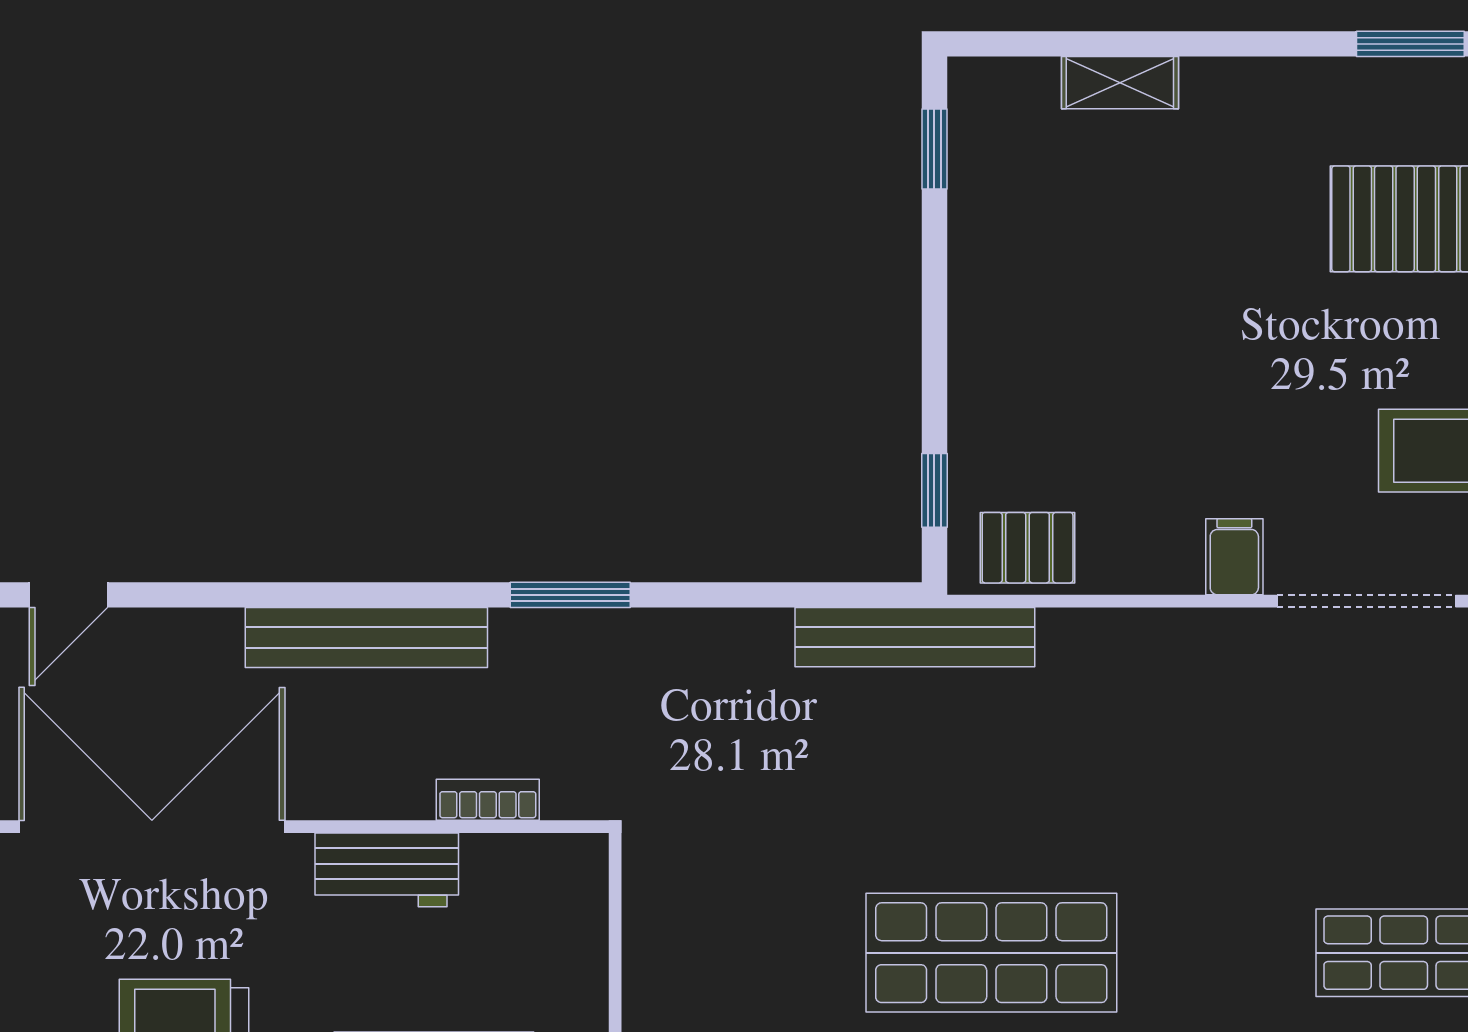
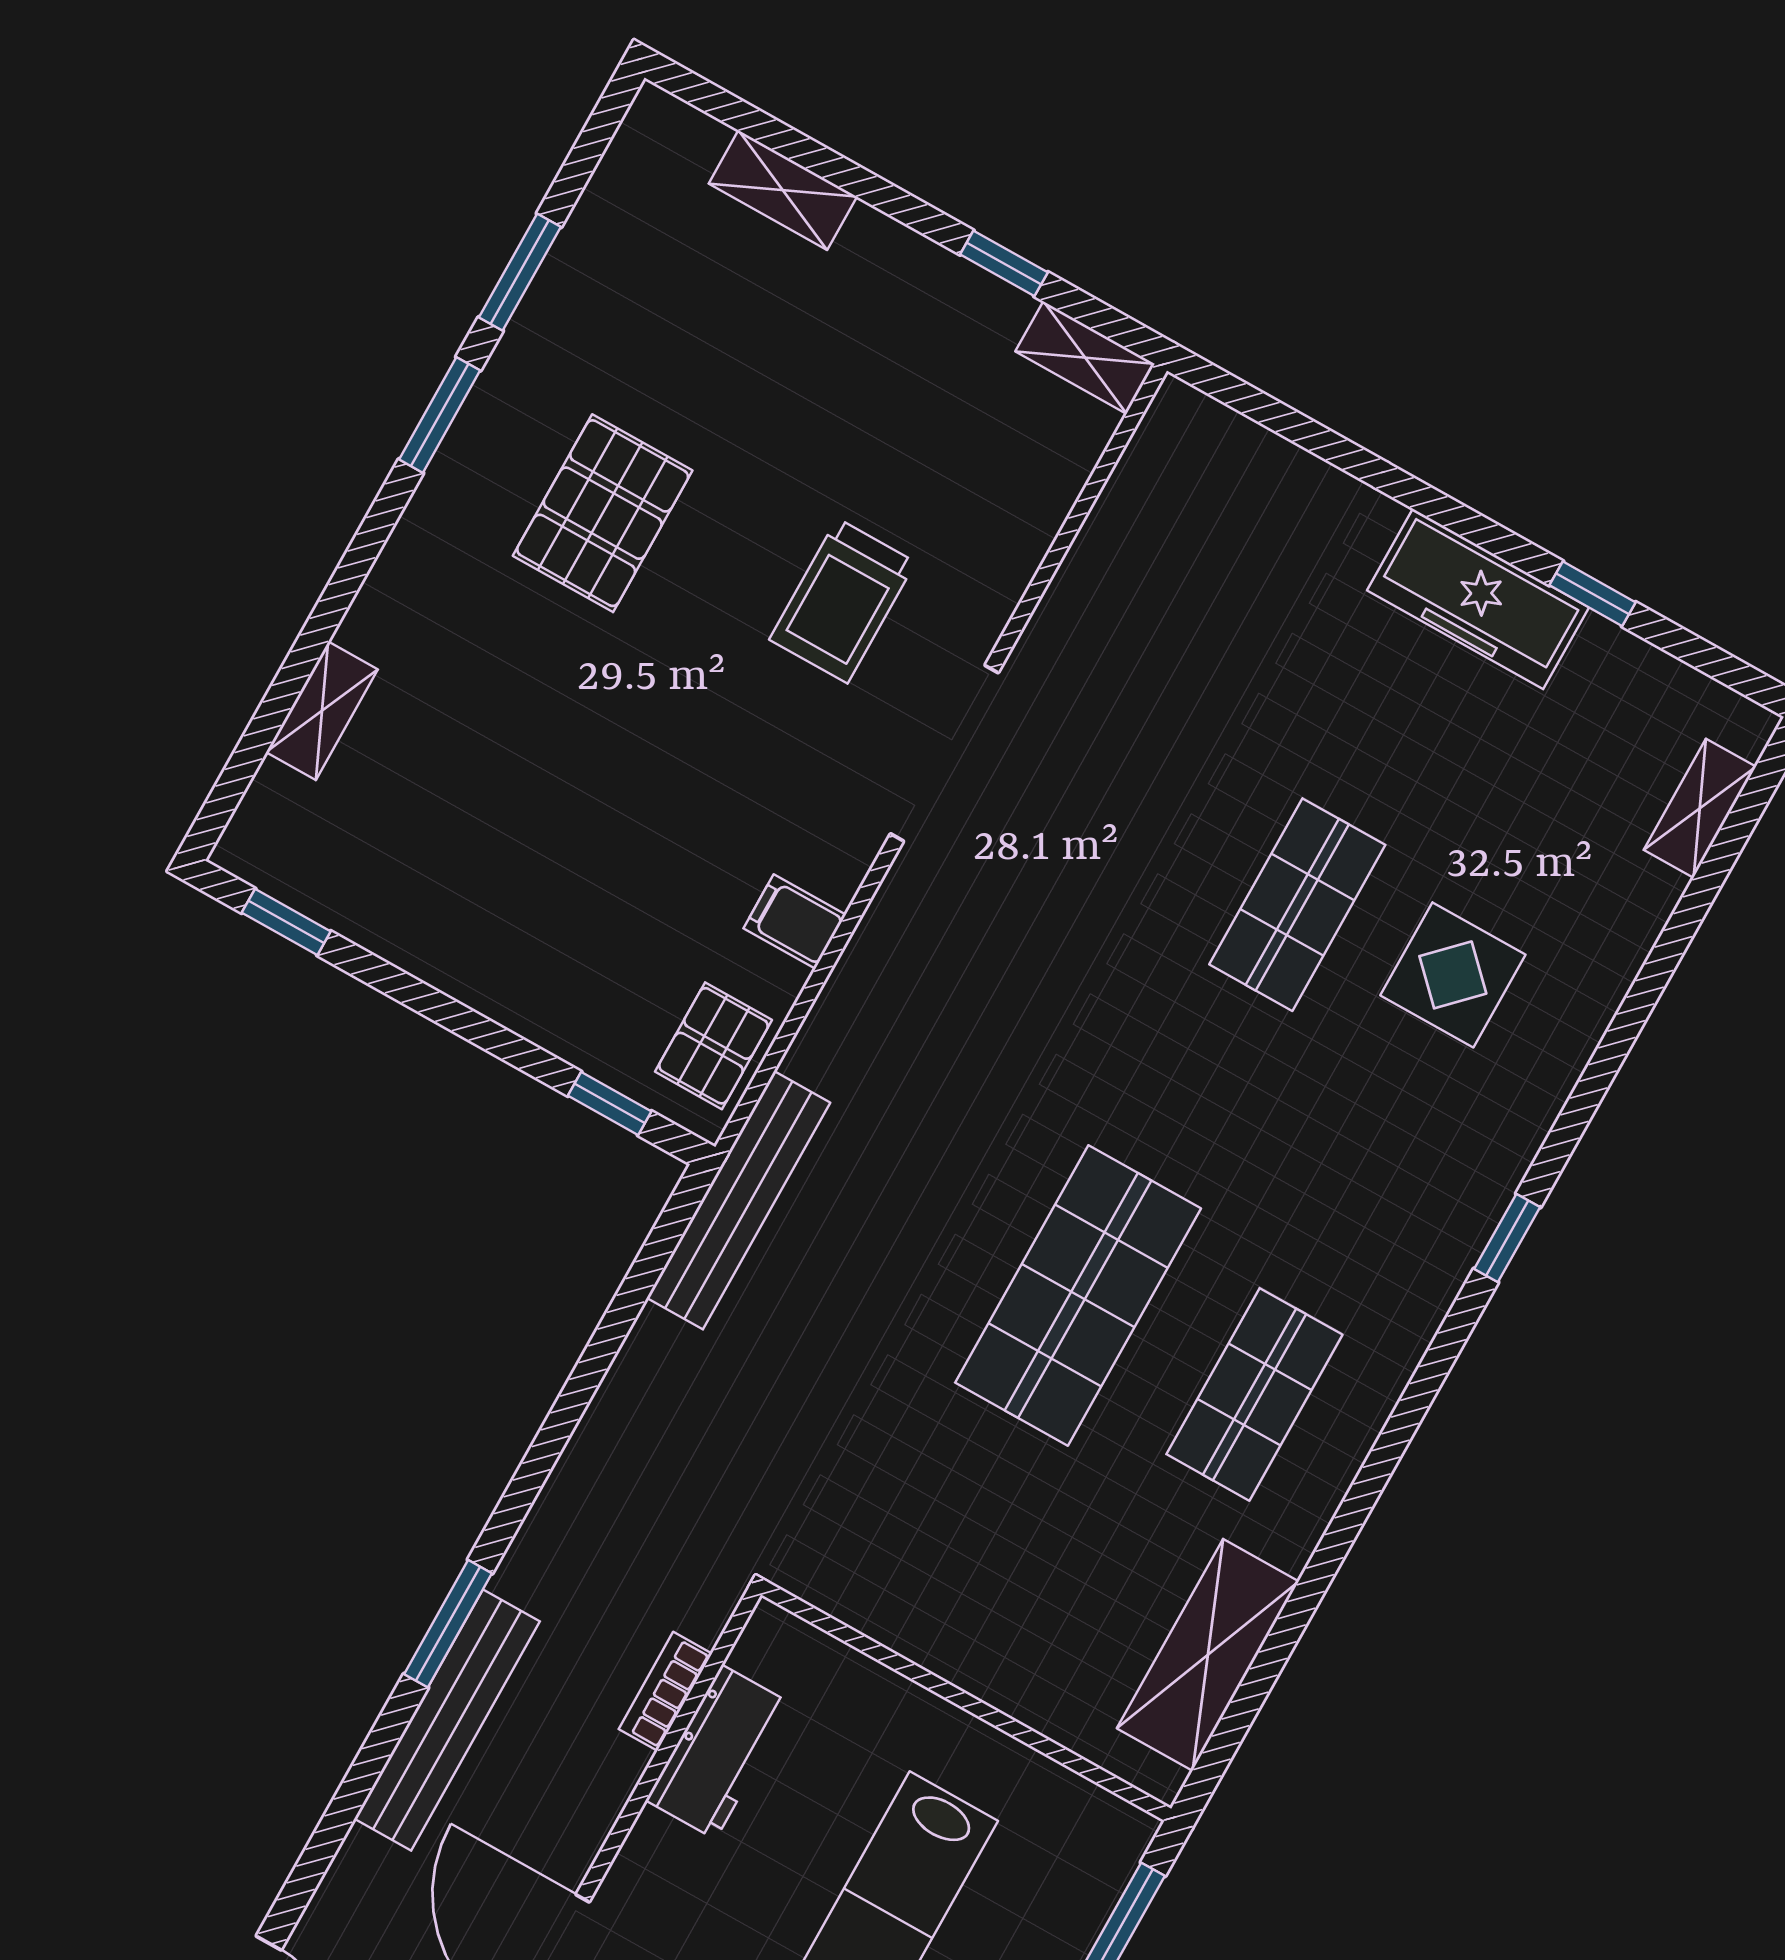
filing cabinet: (1234, 557) -> (795, 921), moved
window: (570, 595) -> (448, 1624), moved
workbench: (387, 870) -> (719, 1752), moved

